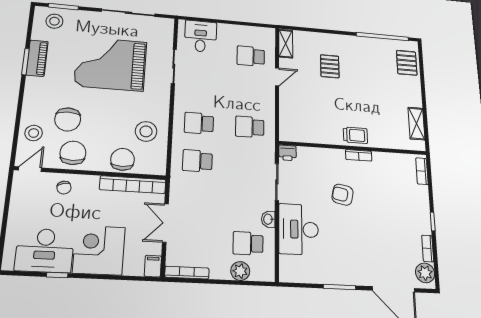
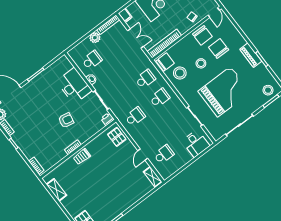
piano: (37, 58) -> (251, 55), moved
pallet: (330, 66) -> (117, 137), moved
stool: (34, 133) -> (201, 63), moved
chair: (122, 159) -> (165, 62), moved, turned -90
plant: (240, 271) -> (95, 38), moved

